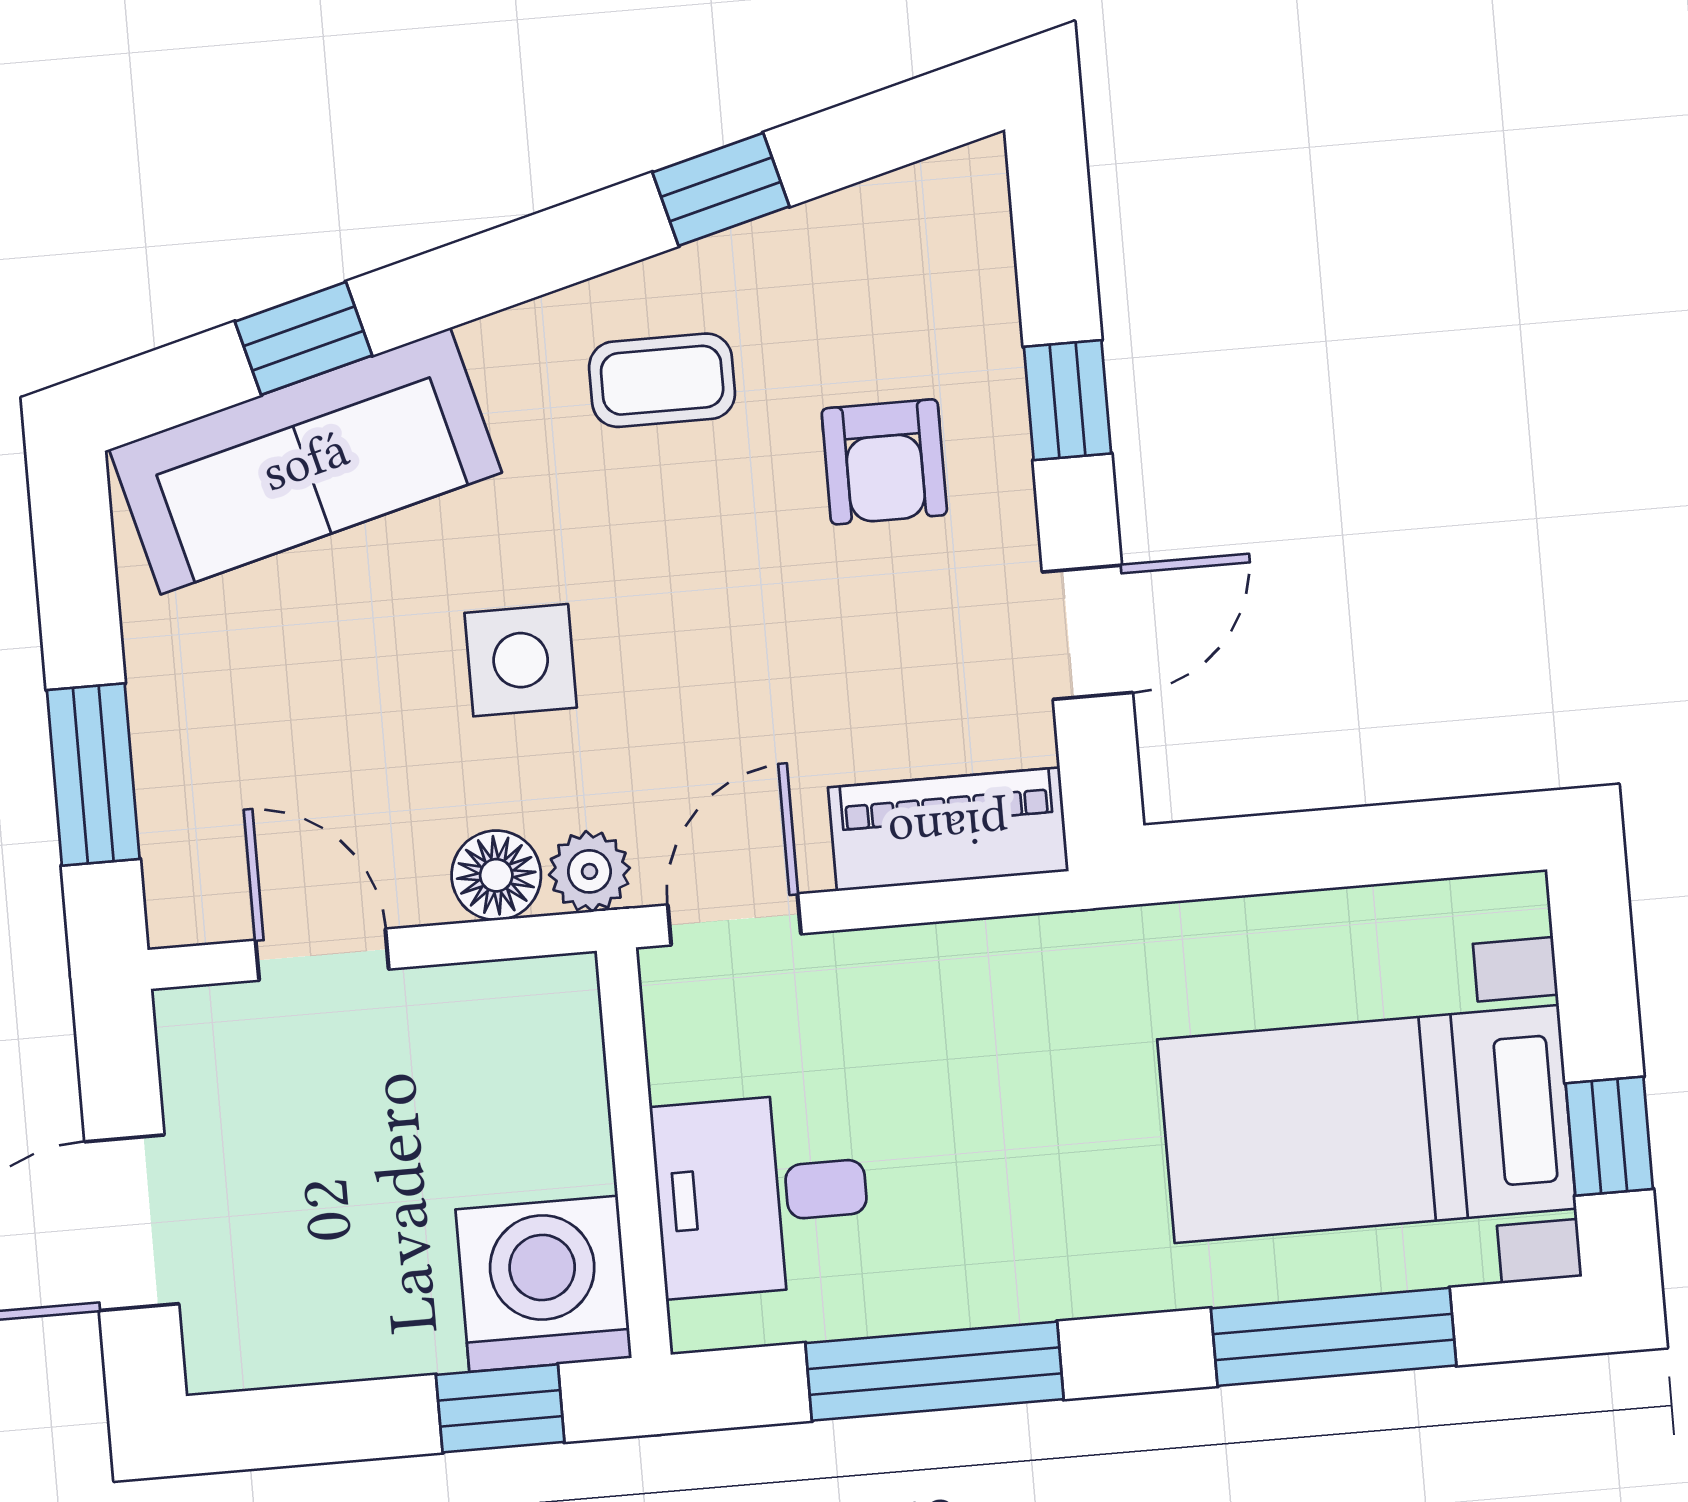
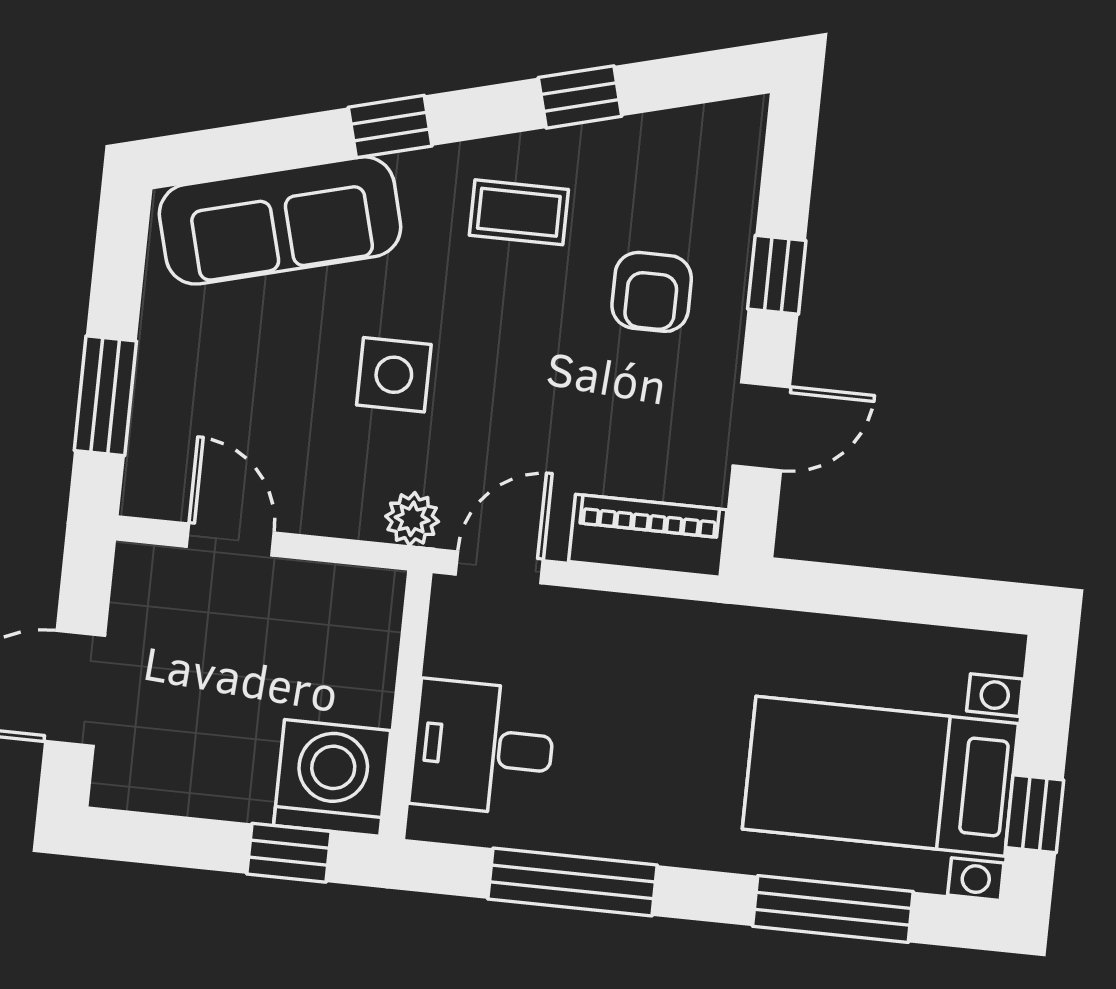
window: (304, 338) -> (390, 127), moved
floor lamp: (496, 875) -> (352, 510), removed

